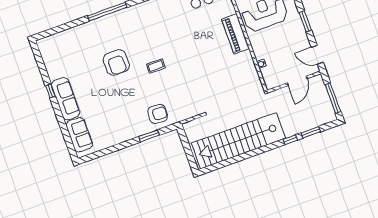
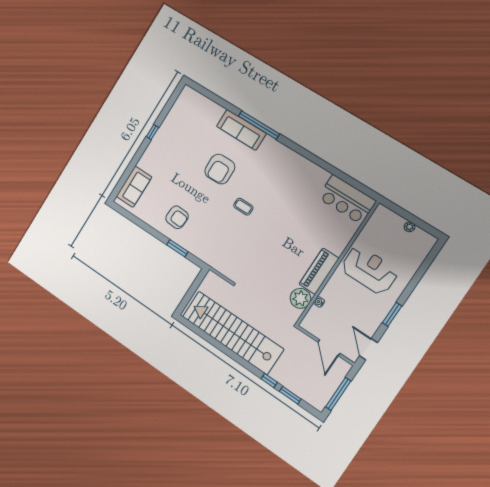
piano: (235, 34) -> (319, 271), moved
plant: (250, 75) -> (300, 298), added
door: (297, 81) -> (329, 348), hinge flipped
sofa: (66, 99) -> (241, 130), moved, turned 90
armchair: (158, 114) -> (177, 217), moved

